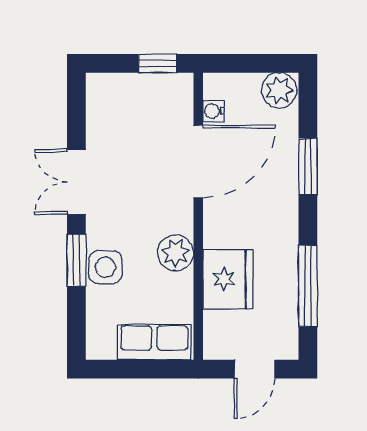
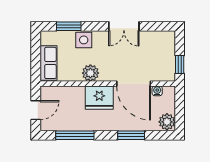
double door: (76, 182) -> (124, 26), swing flipped
window: (76, 260) -> (69, 26), moved
fridge: (228, 279) -> (99, 98), moved
door: (255, 369) -> (36, 110), swing flipped

